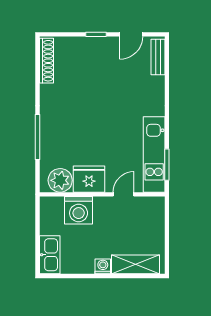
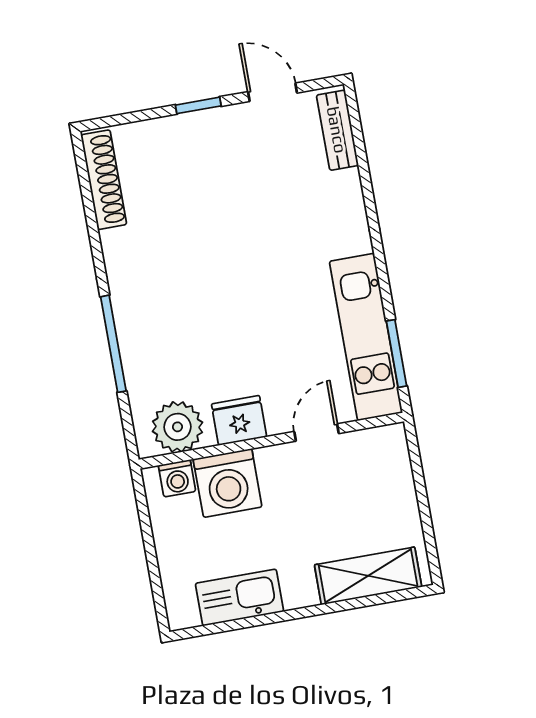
door: (131, 34) -> (272, 92), swing flipped
fridge: (89, 179) -> (239, 420), width x0.73, depth x0.75
kitchen sink: (50, 255) -> (239, 597), moved, turned -90
washing machine: (103, 266) -> (177, 478), moved, turned 180

